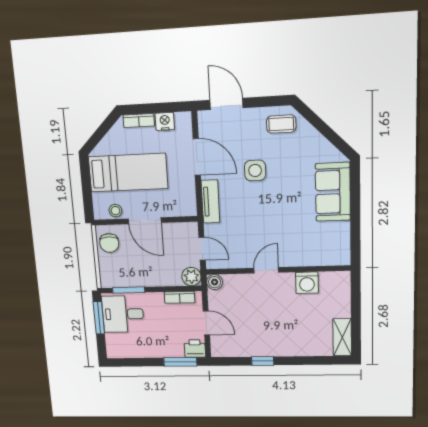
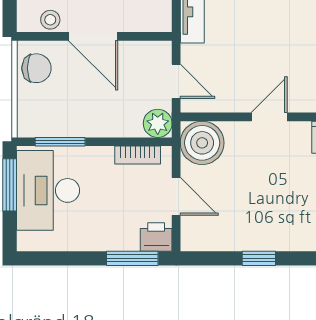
chair: (109, 243) -> (36, 68), turned -90
boiler: (215, 282) -> (202, 143), width x1.86, depth x1.86
desk: (123, 314) -> (48, 190), width x1.37

